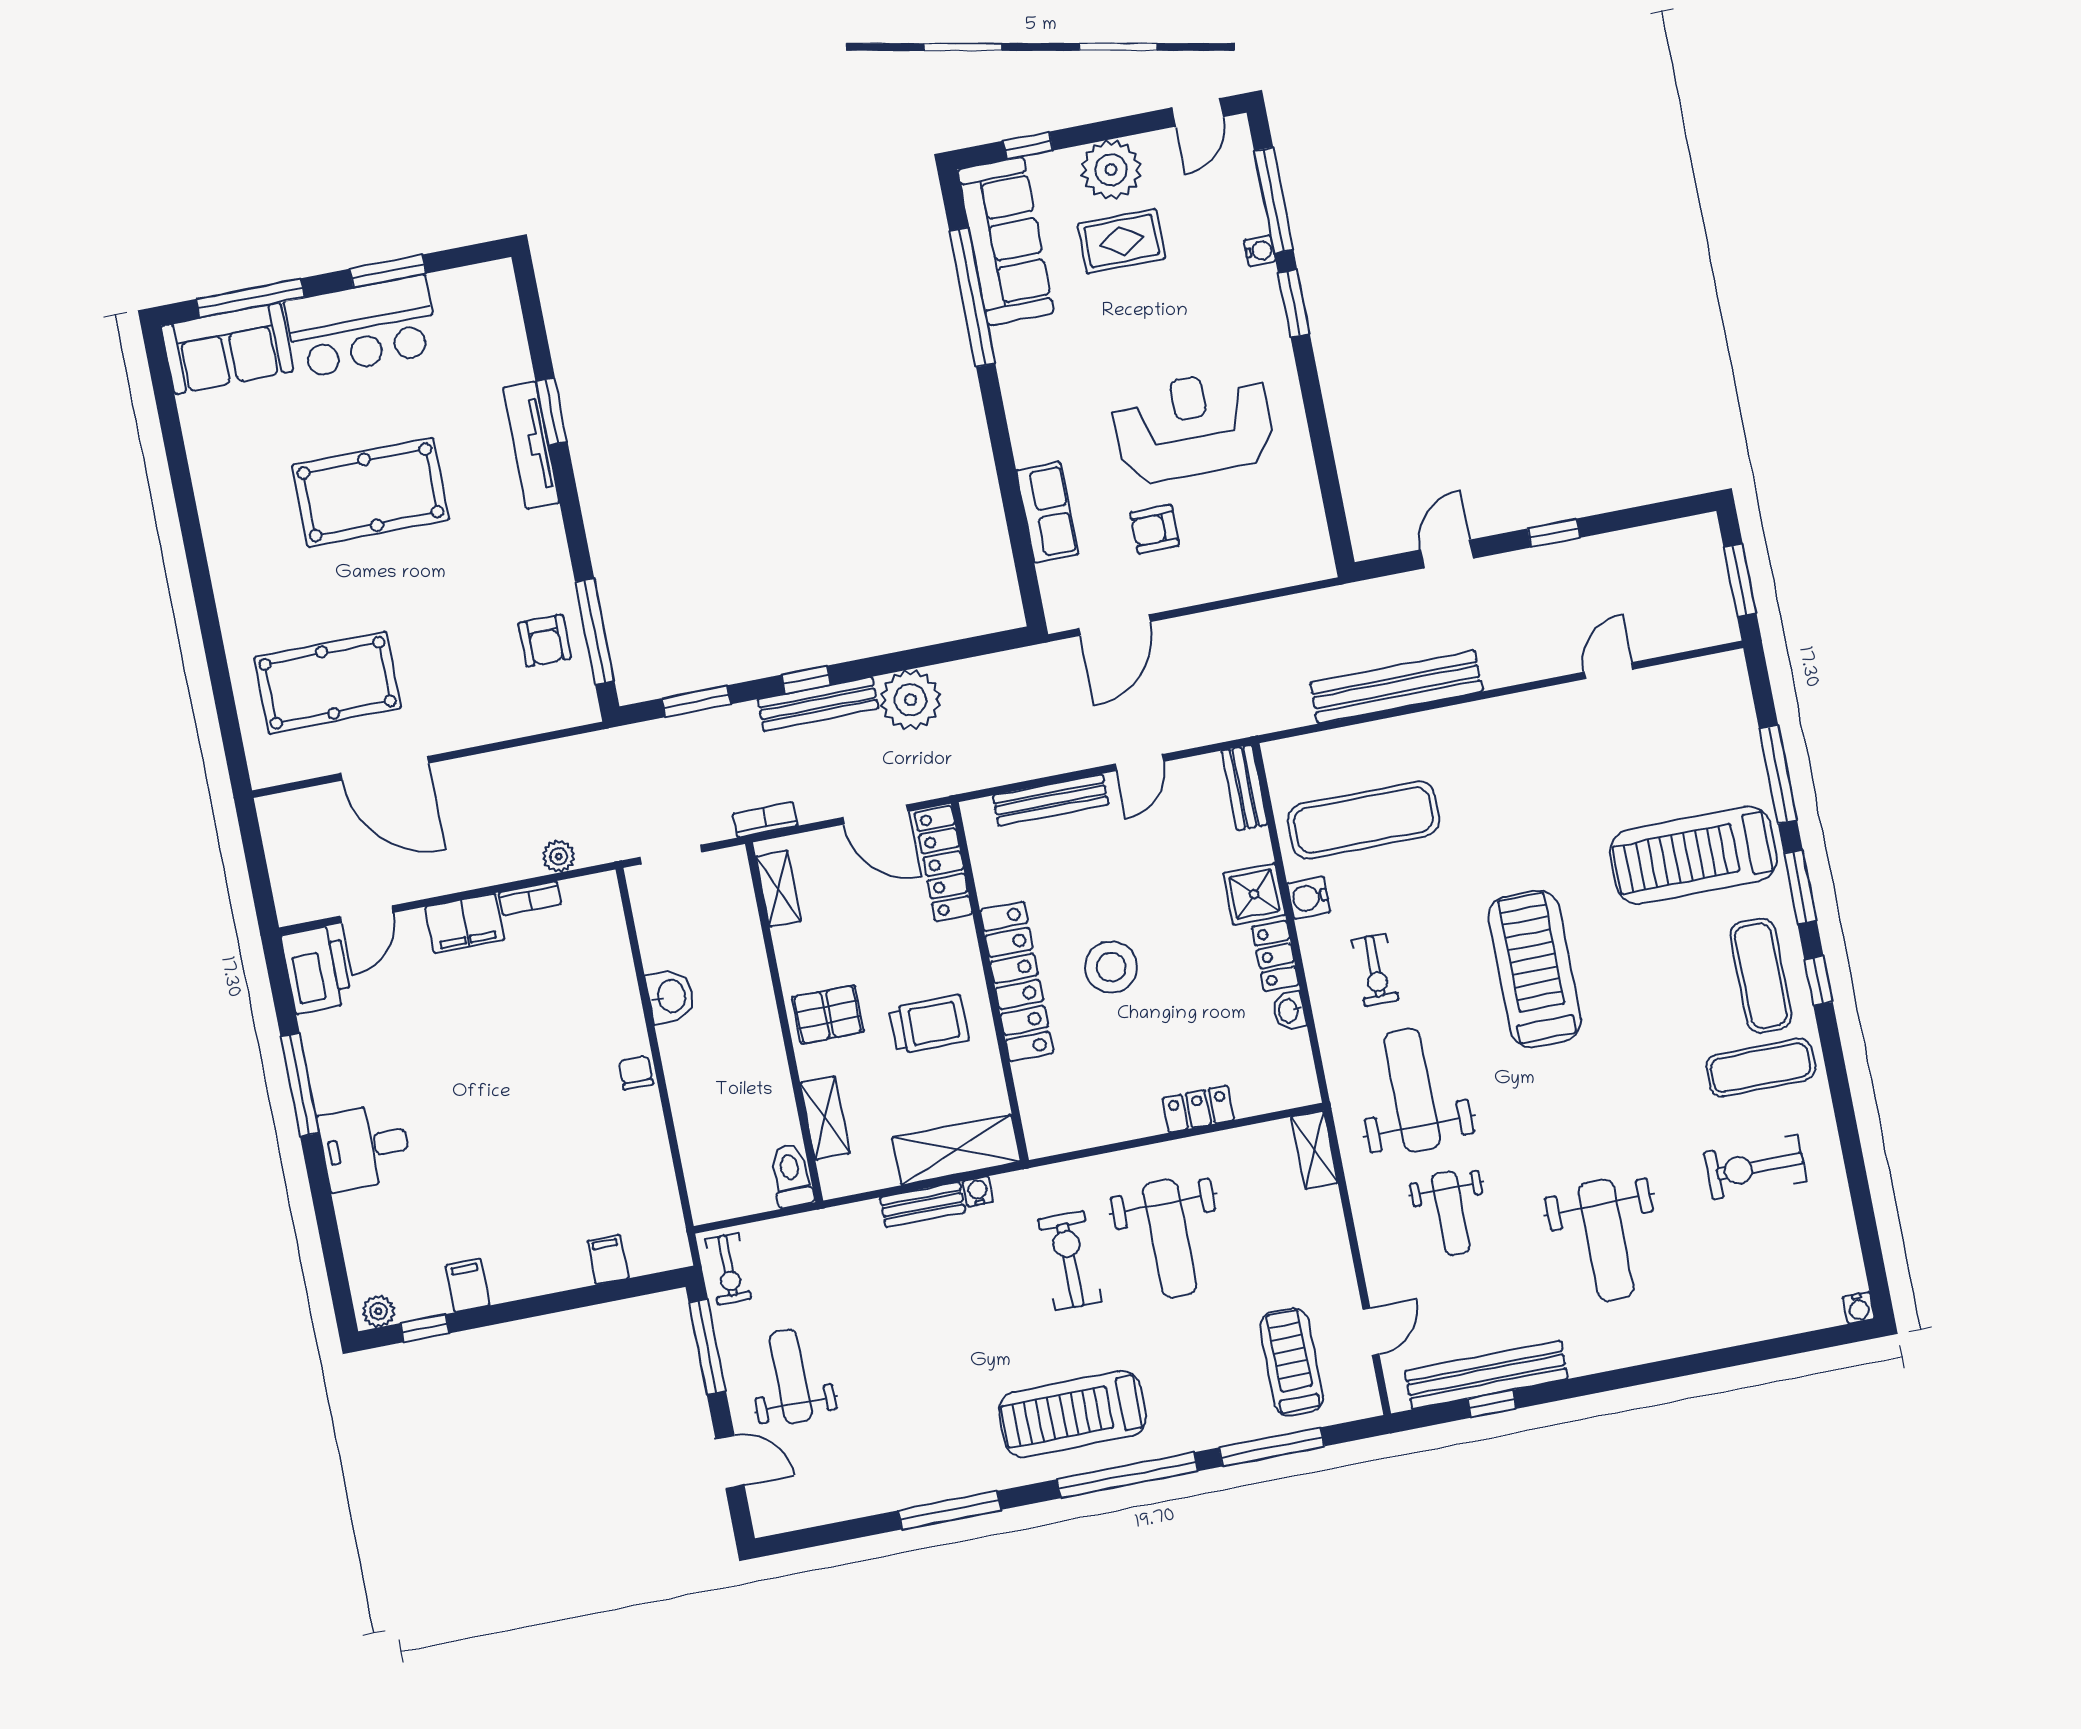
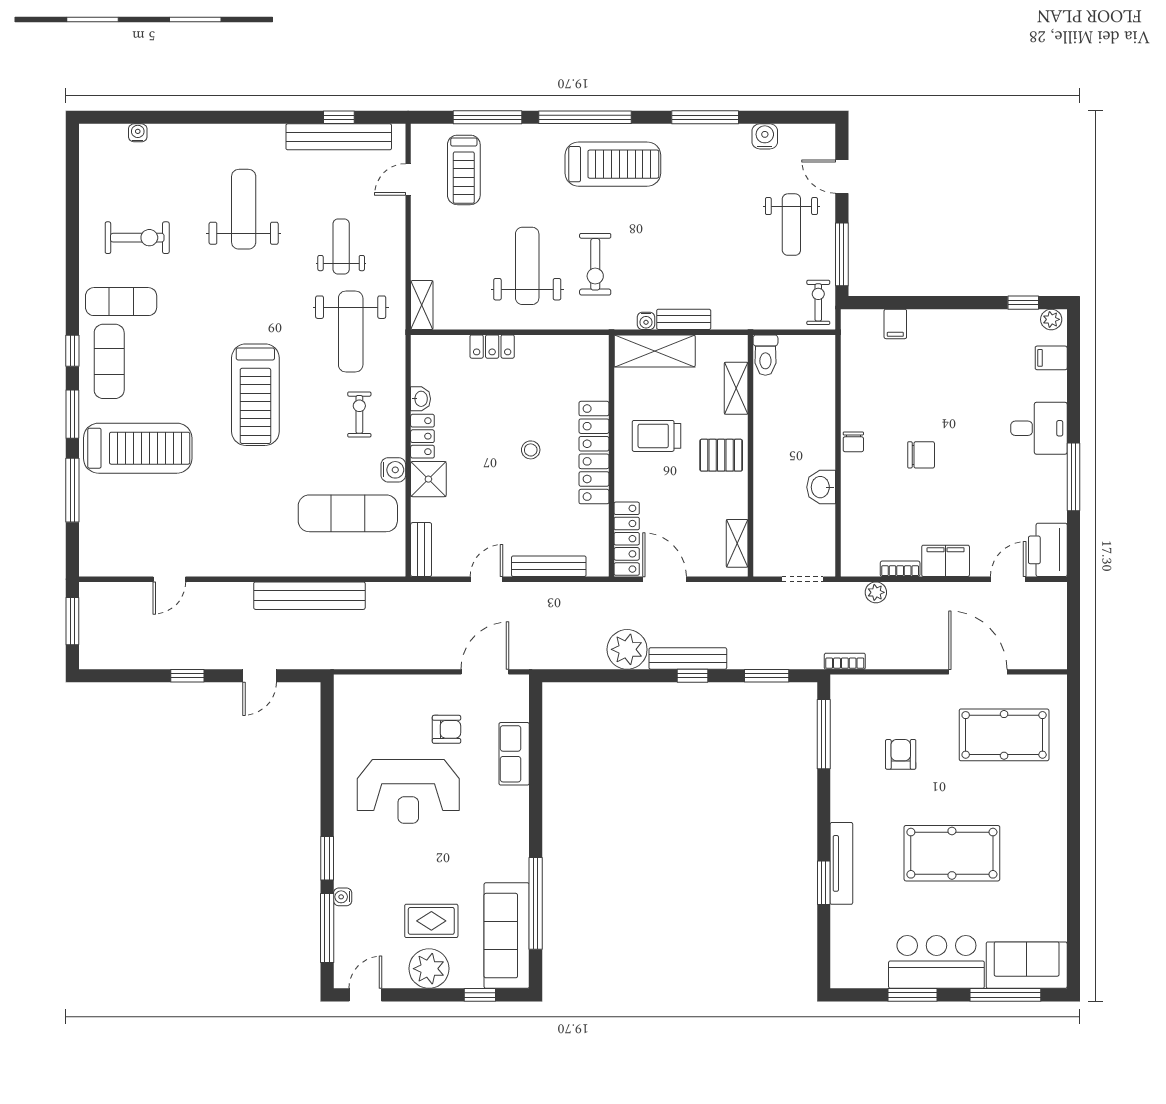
armchair: (545, 641) -> (901, 754), moved
bookcase: (765, 820) -> (845, 661), moved, turned 180
stool: (1111, 967) -> (531, 450), width x0.53, depth x0.53
chair: (532, 1073) -> (921, 455), added
filing cabinet: (468, 1285) -> (1051, 358), moved, turned 90
water cooler: (1859, 1308) -> (138, 133), moved
water cooler: (856, 1499) -> (765, 136), added

